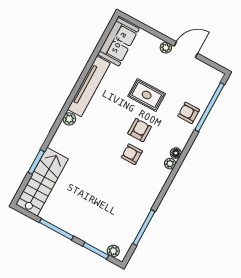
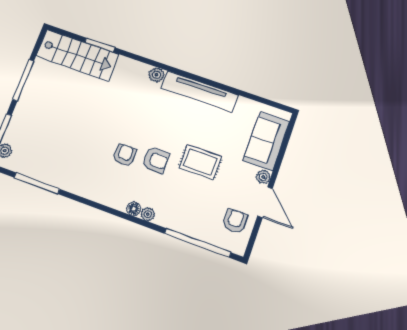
sofa: (118, 42) -> (266, 141), moved, turned 90
rug: (147, 95) -> (200, 162), turned 90
armchair: (189, 113) -> (235, 221), moved
plant: (170, 164) -> (148, 214), moved

